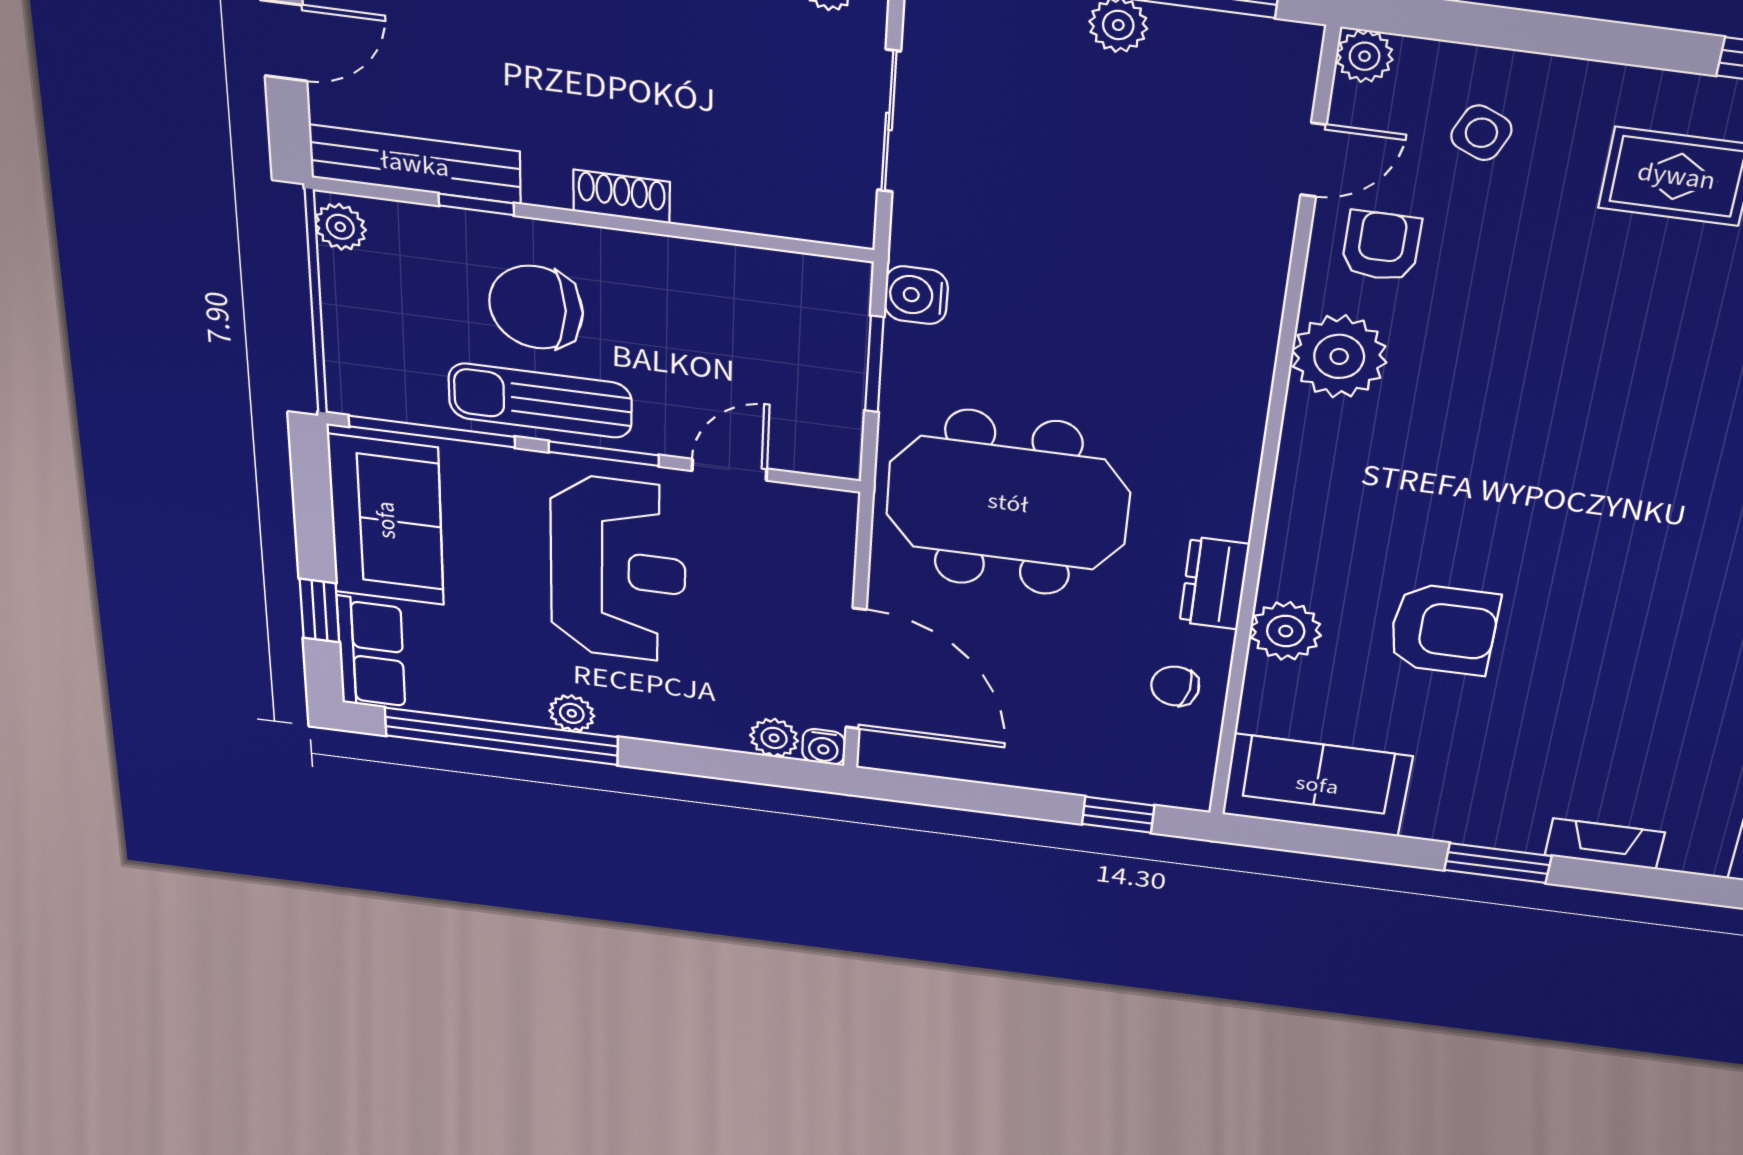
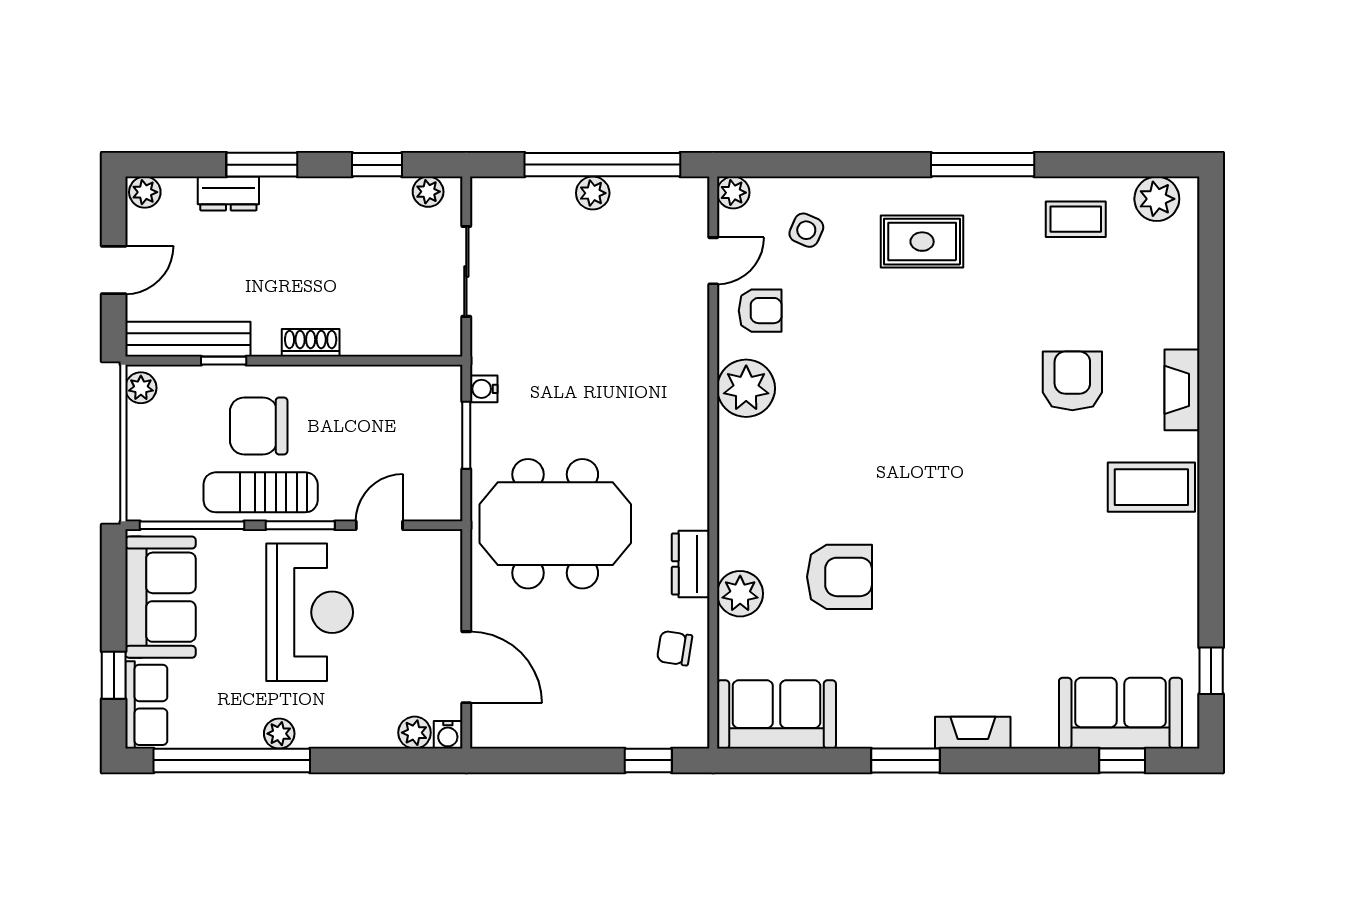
armchair: (1381, 246) -> (760, 311), turned 90
water cooler: (916, 295) -> (484, 389), width x0.72, depth x0.72
door: (856, 669) -> (466, 667), width x0.73

